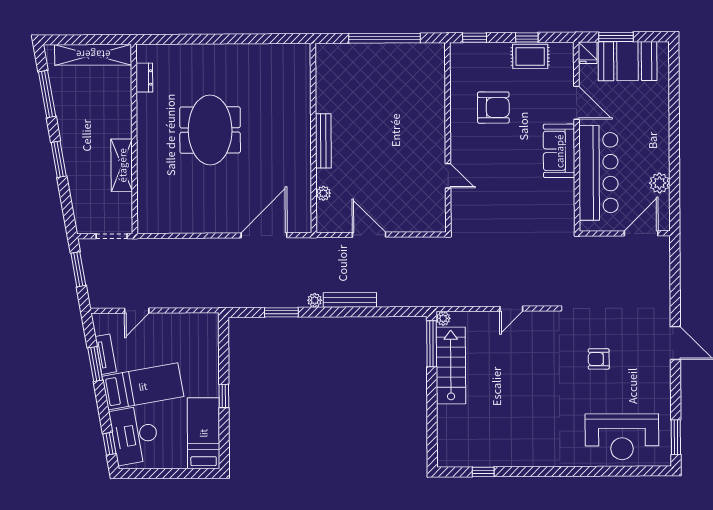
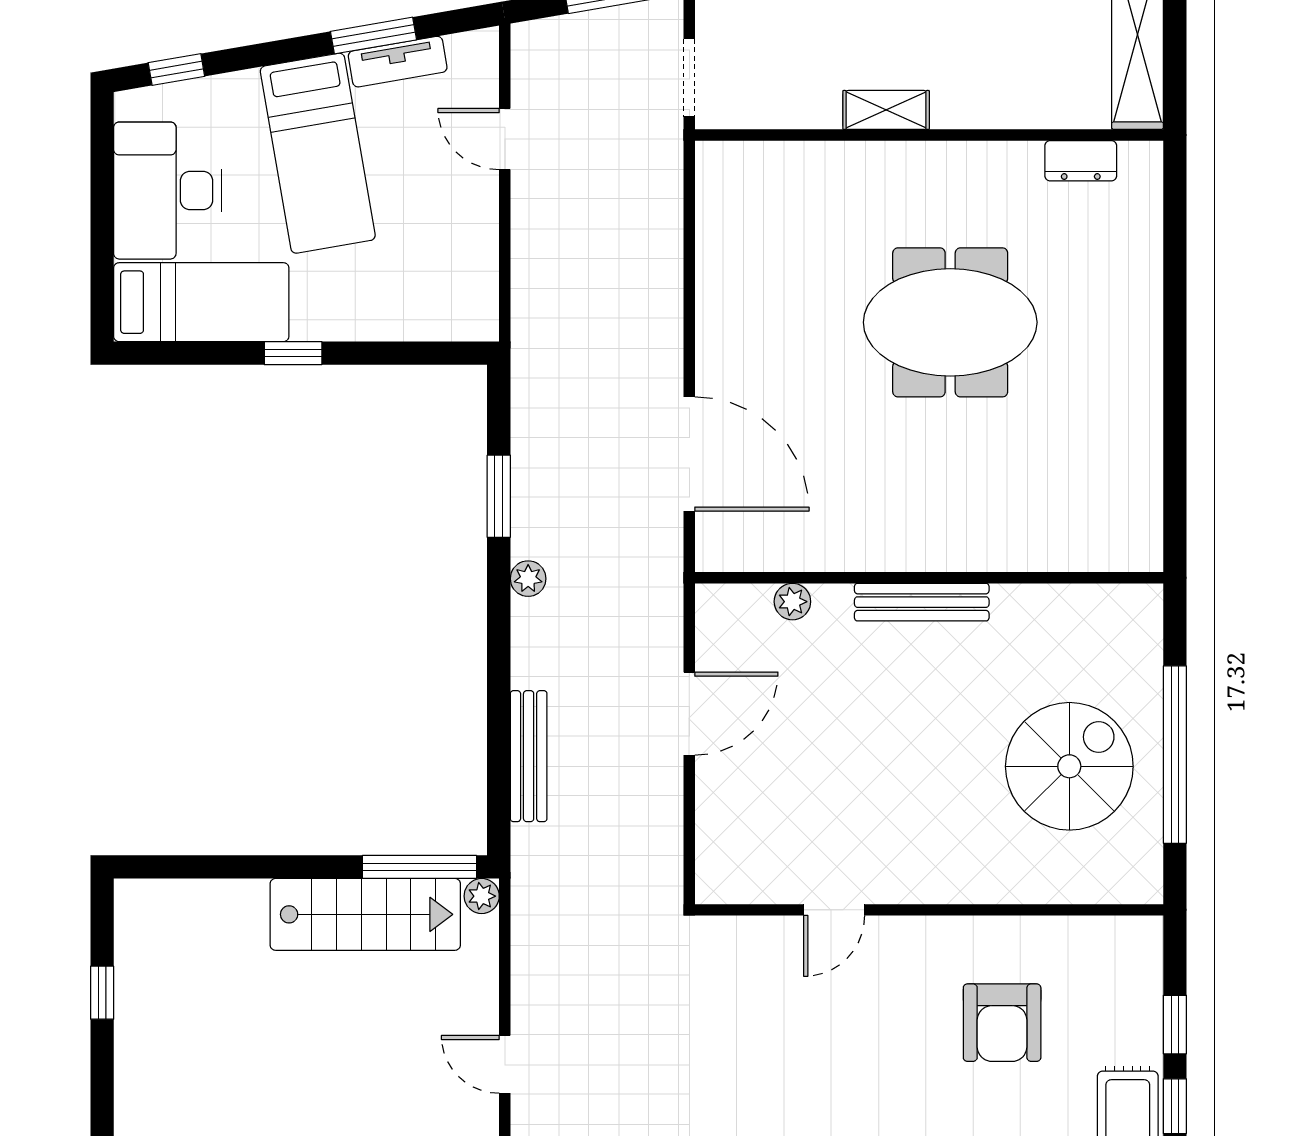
window: (475, 38) -> (1175, 1025), moved
spiral stairs: (389, 81) -> (1069, 766), added
shelving: (122, 165) -> (886, 110), width x0.67, depth x0.75
bench: (350, 300) -> (529, 756), moved
desk: (135, 435) -> (167, 191), moved, turned -80

